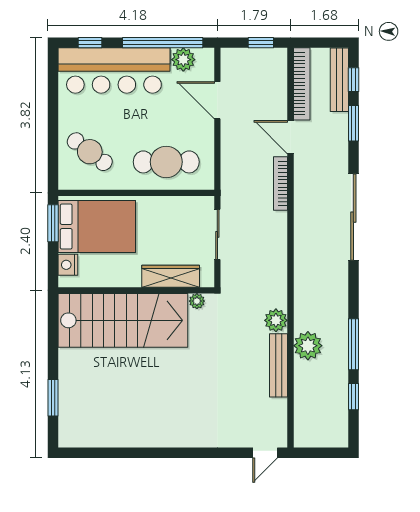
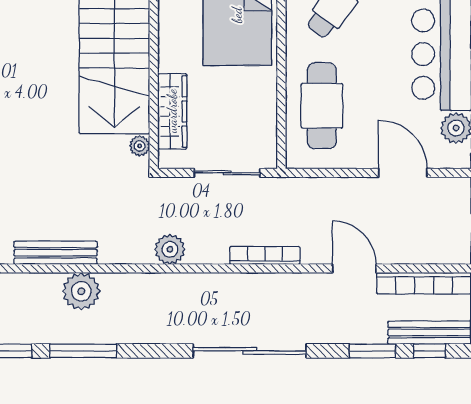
door: (217, 100) -> (403, 173), hinge flipped
door: (291, 137) -> (354, 268), hinge flipped
bookcase: (281, 183) -> (265, 255), moved
plant: (276, 320) -> (170, 249), moved

